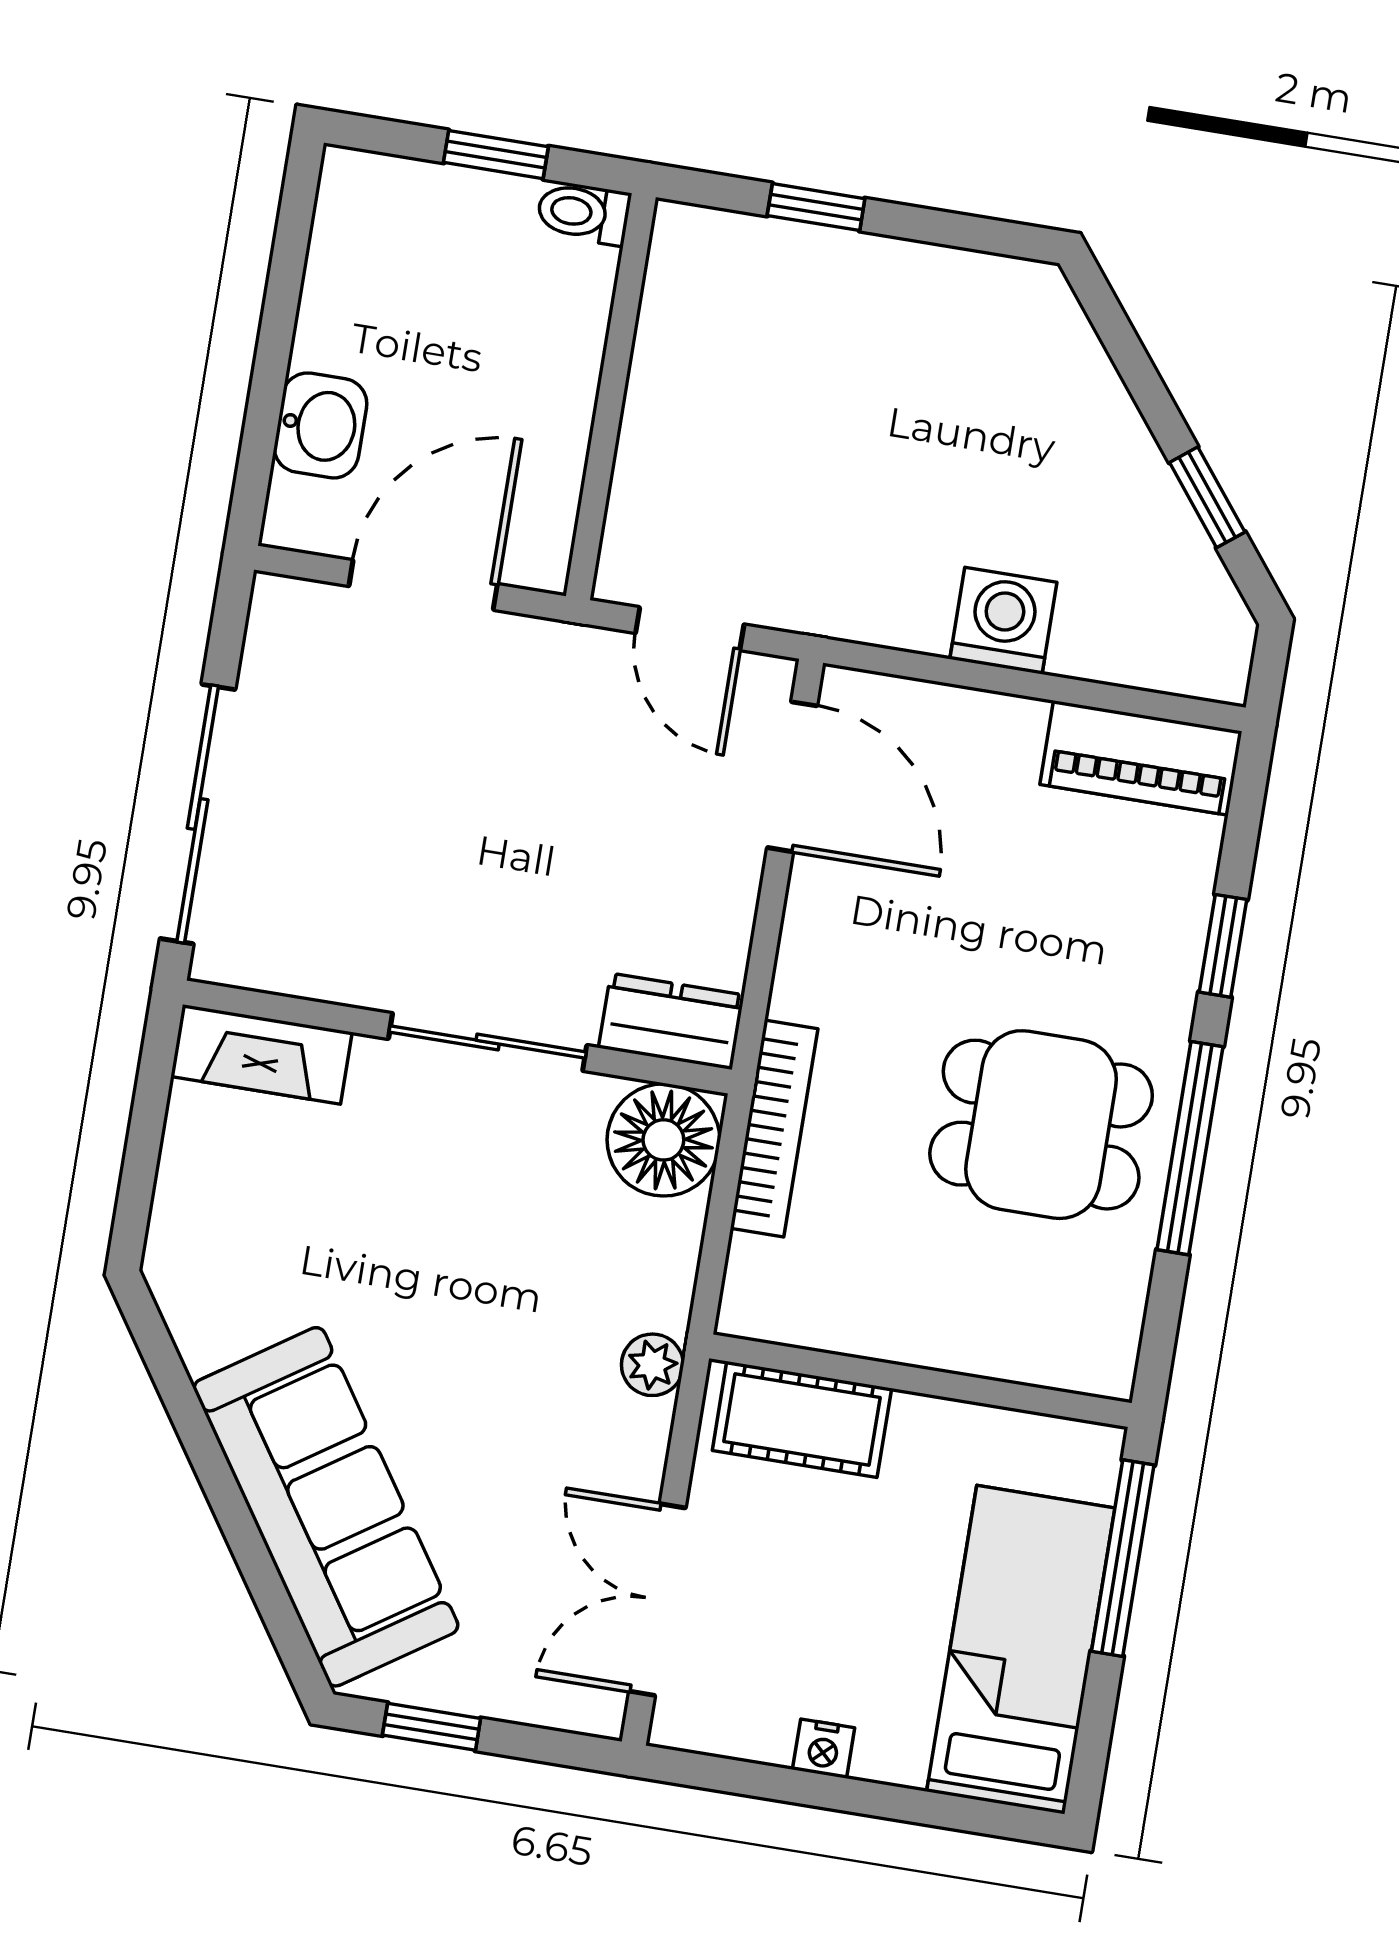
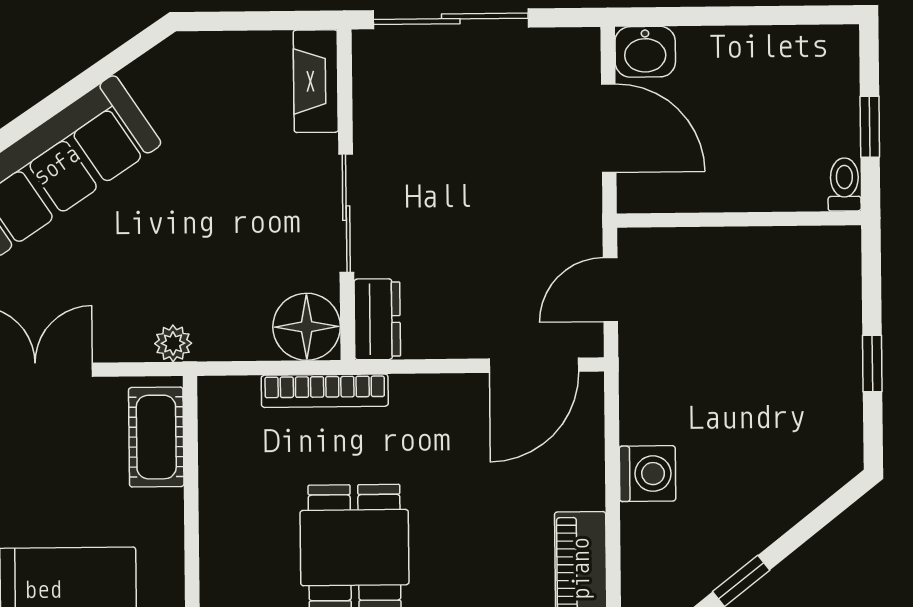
window: (816, 207) -> (872, 363), moved
washbasin: (320, 425) -> (645, 52), moved

